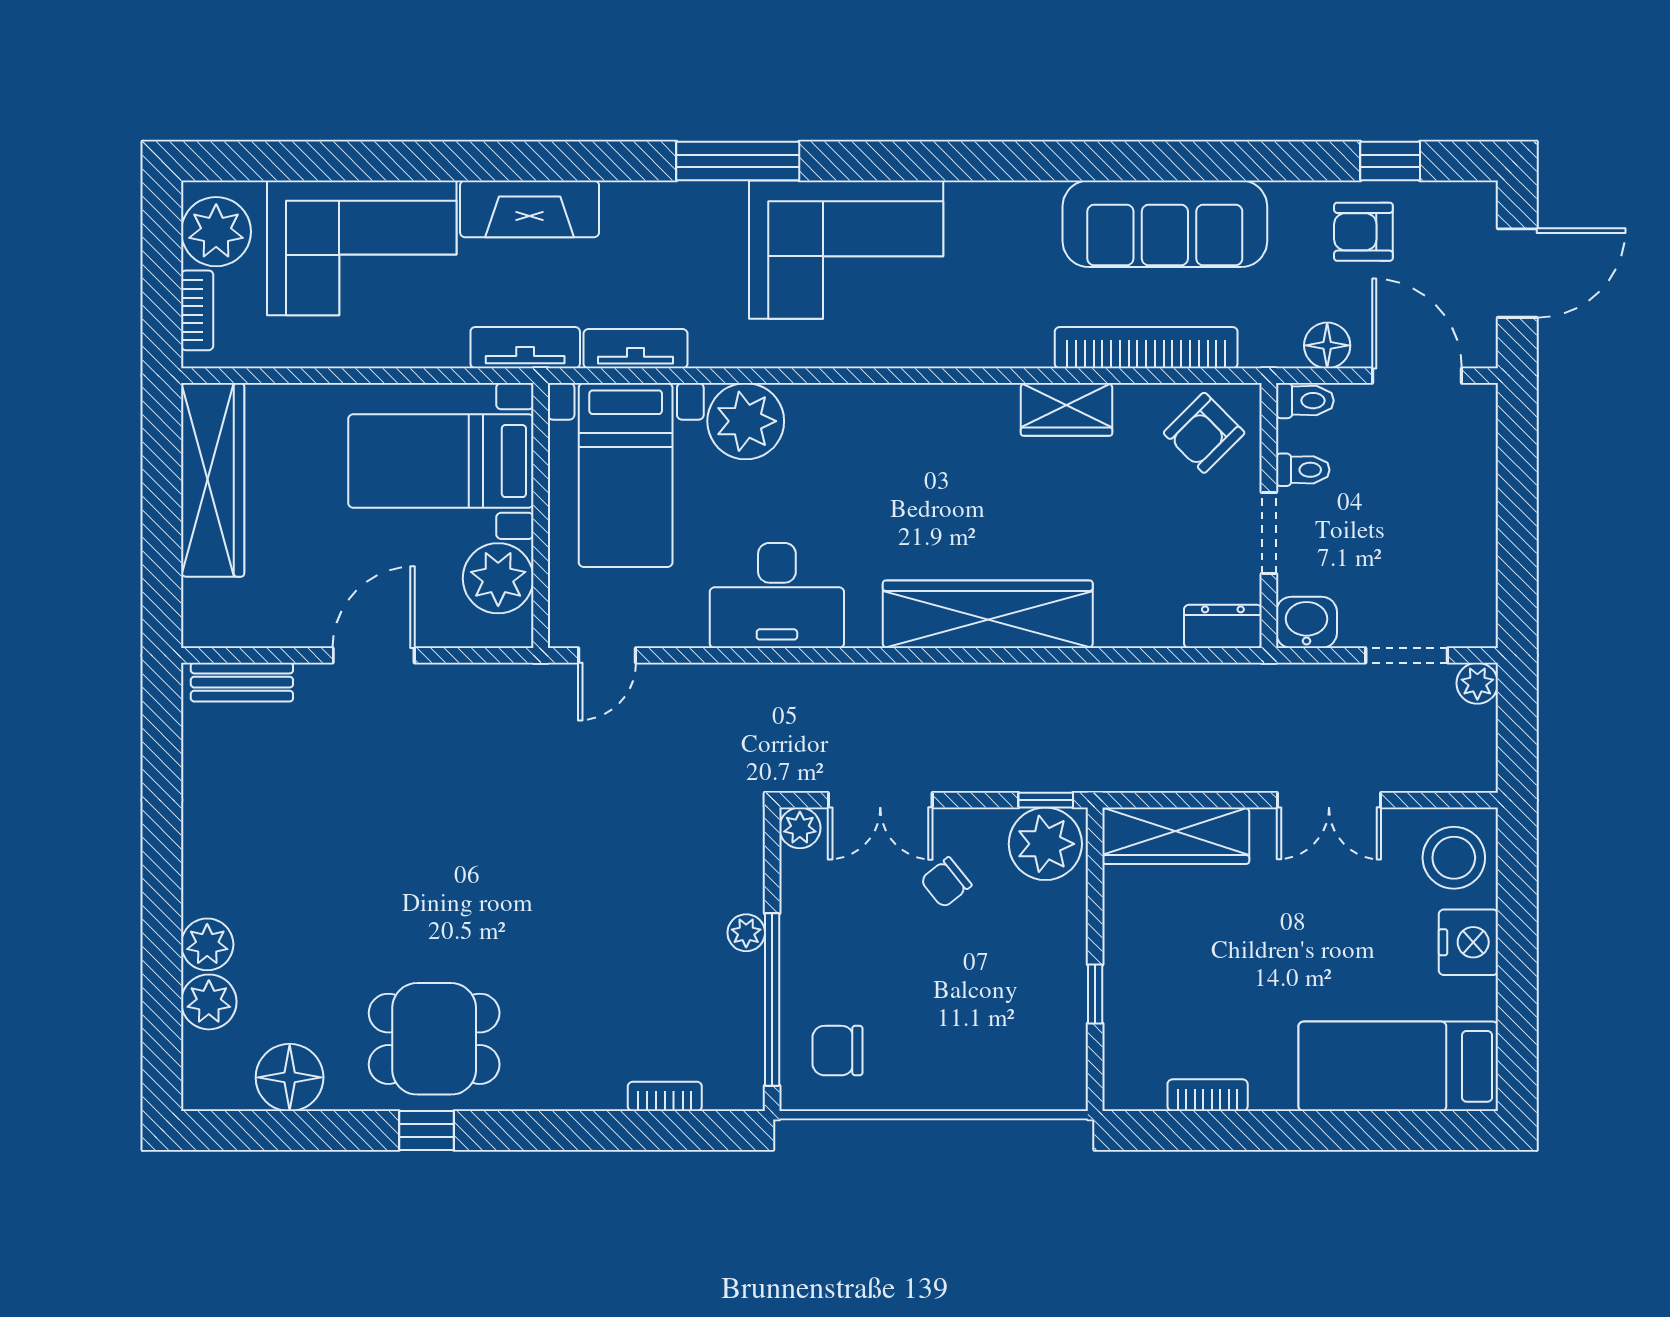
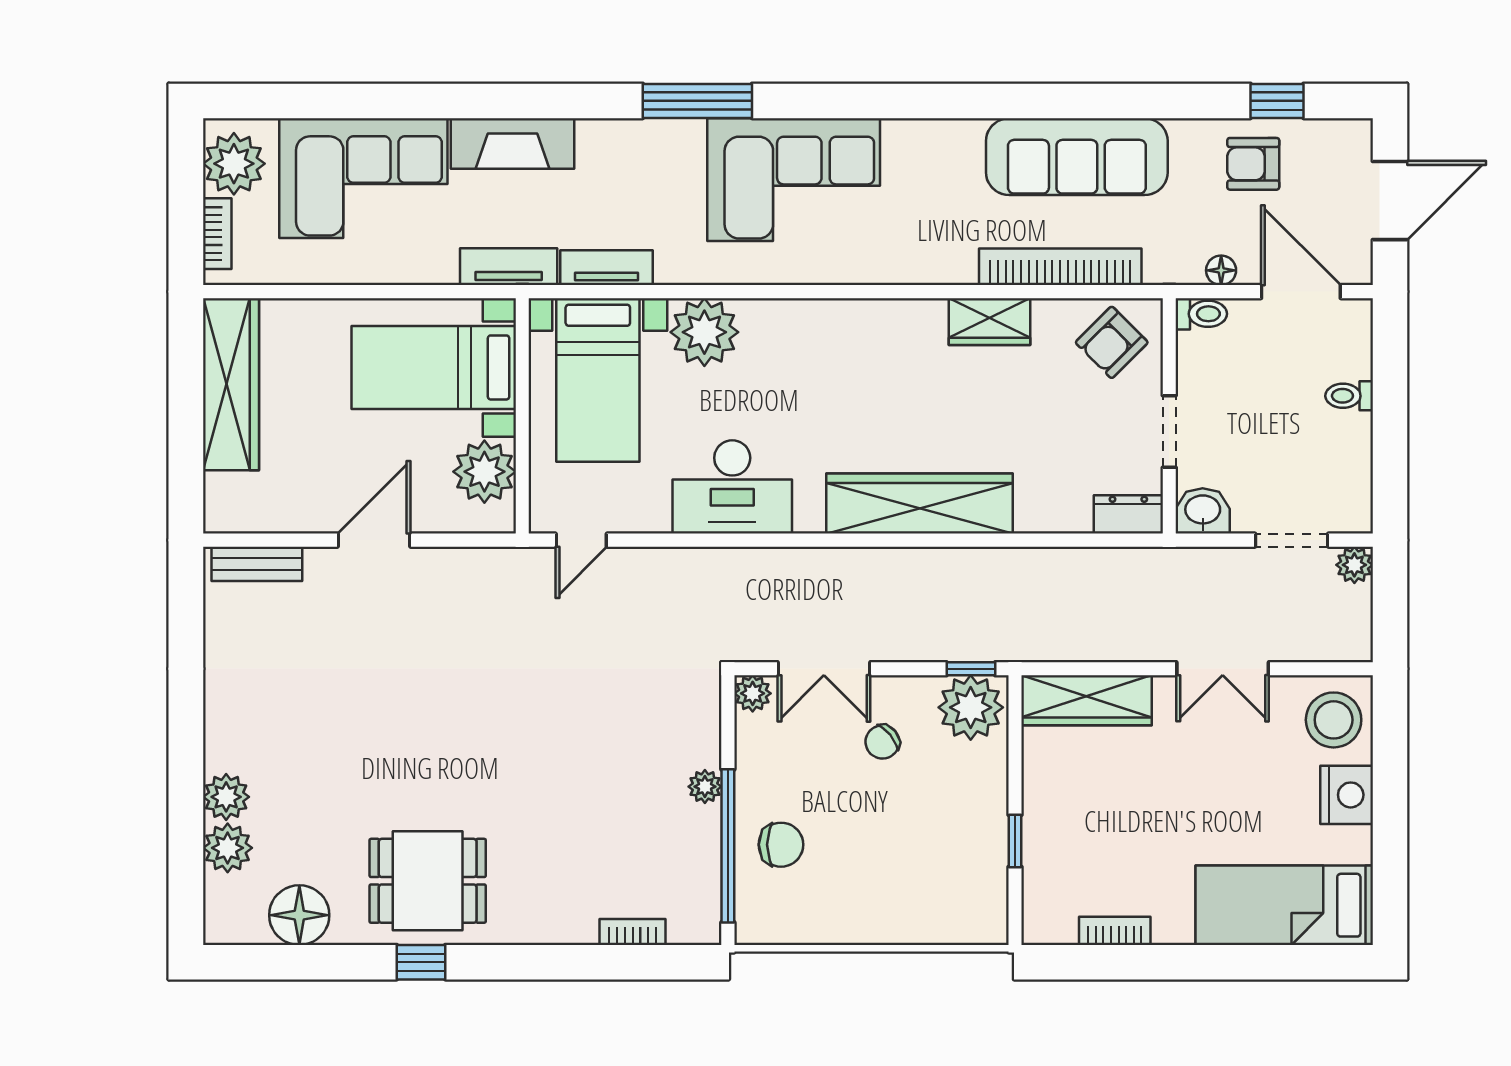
floor lamp: (1327, 345) -> (1221, 270), width x0.73, depth x0.73
toilet: (1303, 470) -> (1349, 396), moved, turned 180
chair: (837, 1051) -> (781, 845), moved, turned 180

